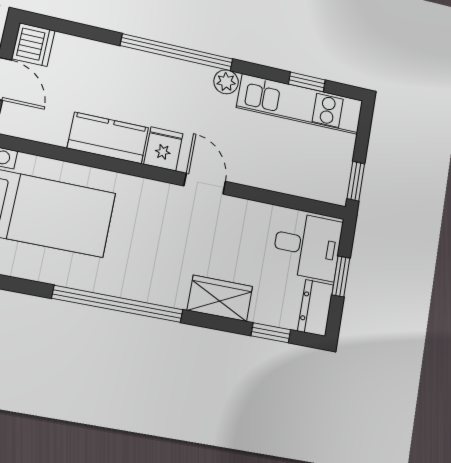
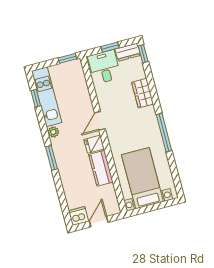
window: (177, 52) -> (51, 158), width x0.47
window: (118, 304) -> (164, 133), width x0.68
window: (271, 333) -> (143, 54), moved

